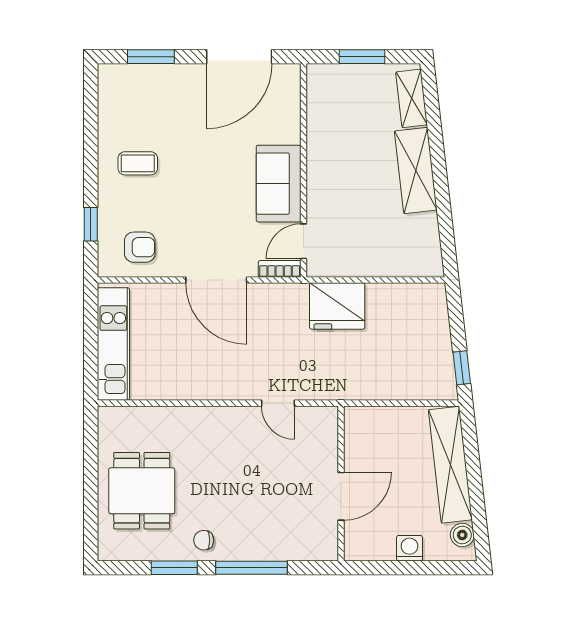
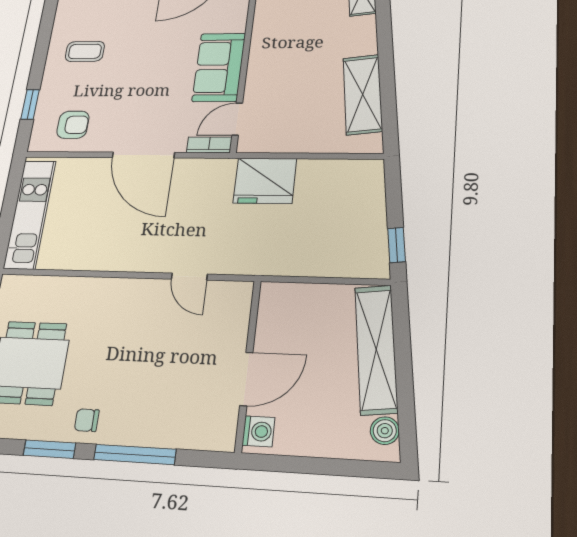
shelving: (416, 170) -> (363, 94), moved
washing machine: (409, 548) -> (258, 431), moved, turned 90

